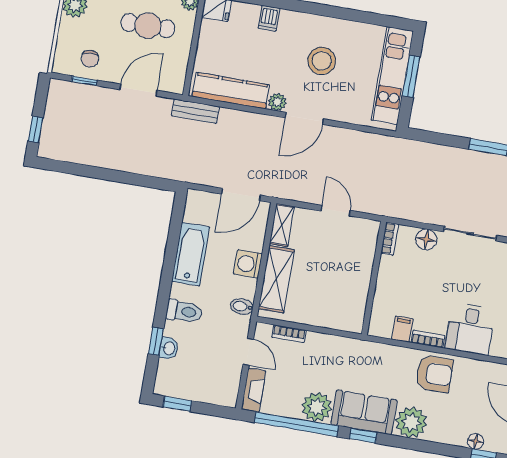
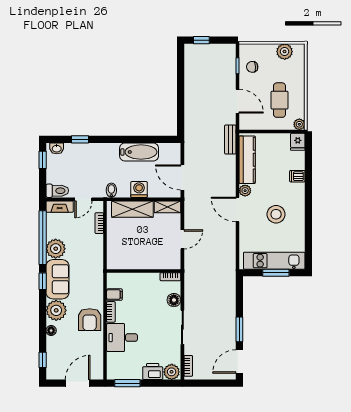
toilet: (184, 311) -> (57, 191), moved, turned -90
washbasin: (169, 348) -> (57, 148), moved
floor lamp: (476, 441) -> (51, 331), moved

